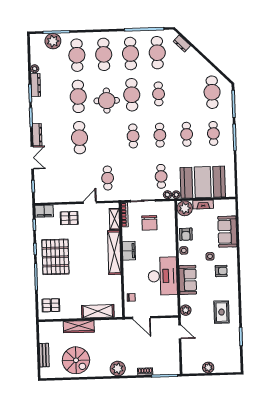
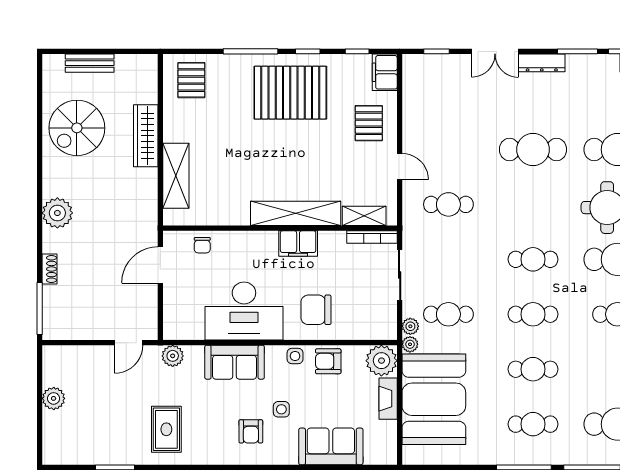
chair: (149, 223) -> (316, 310), moved
rug: (221, 312) -> (166, 429), turned 90

